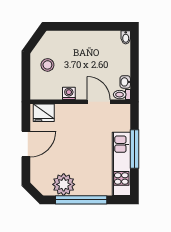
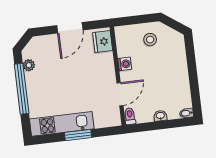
washbasin: (125, 82) -> (160, 116), moved
door: (26, 144) -> (70, 28), hinge flipped
window: (135, 149) -> (78, 135), width x0.69
plant: (64, 184) -> (29, 65), width x0.53, depth x0.53

